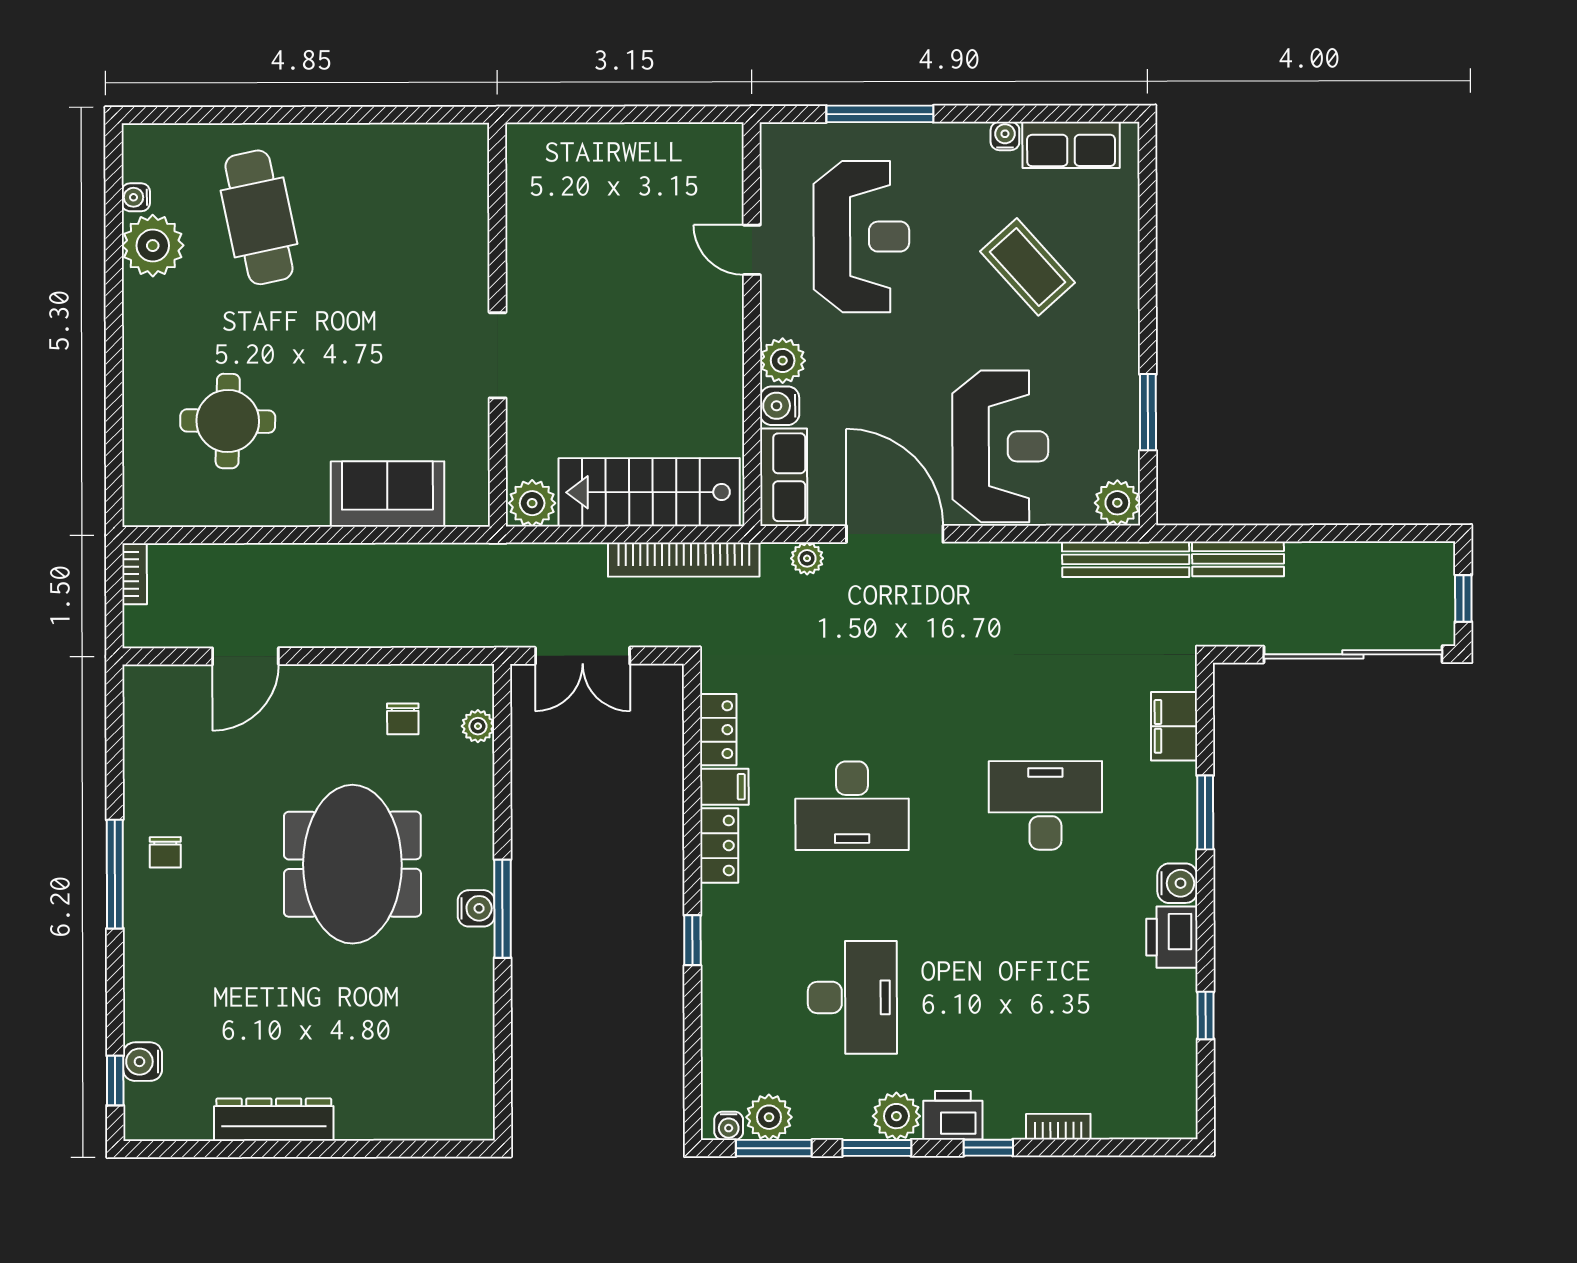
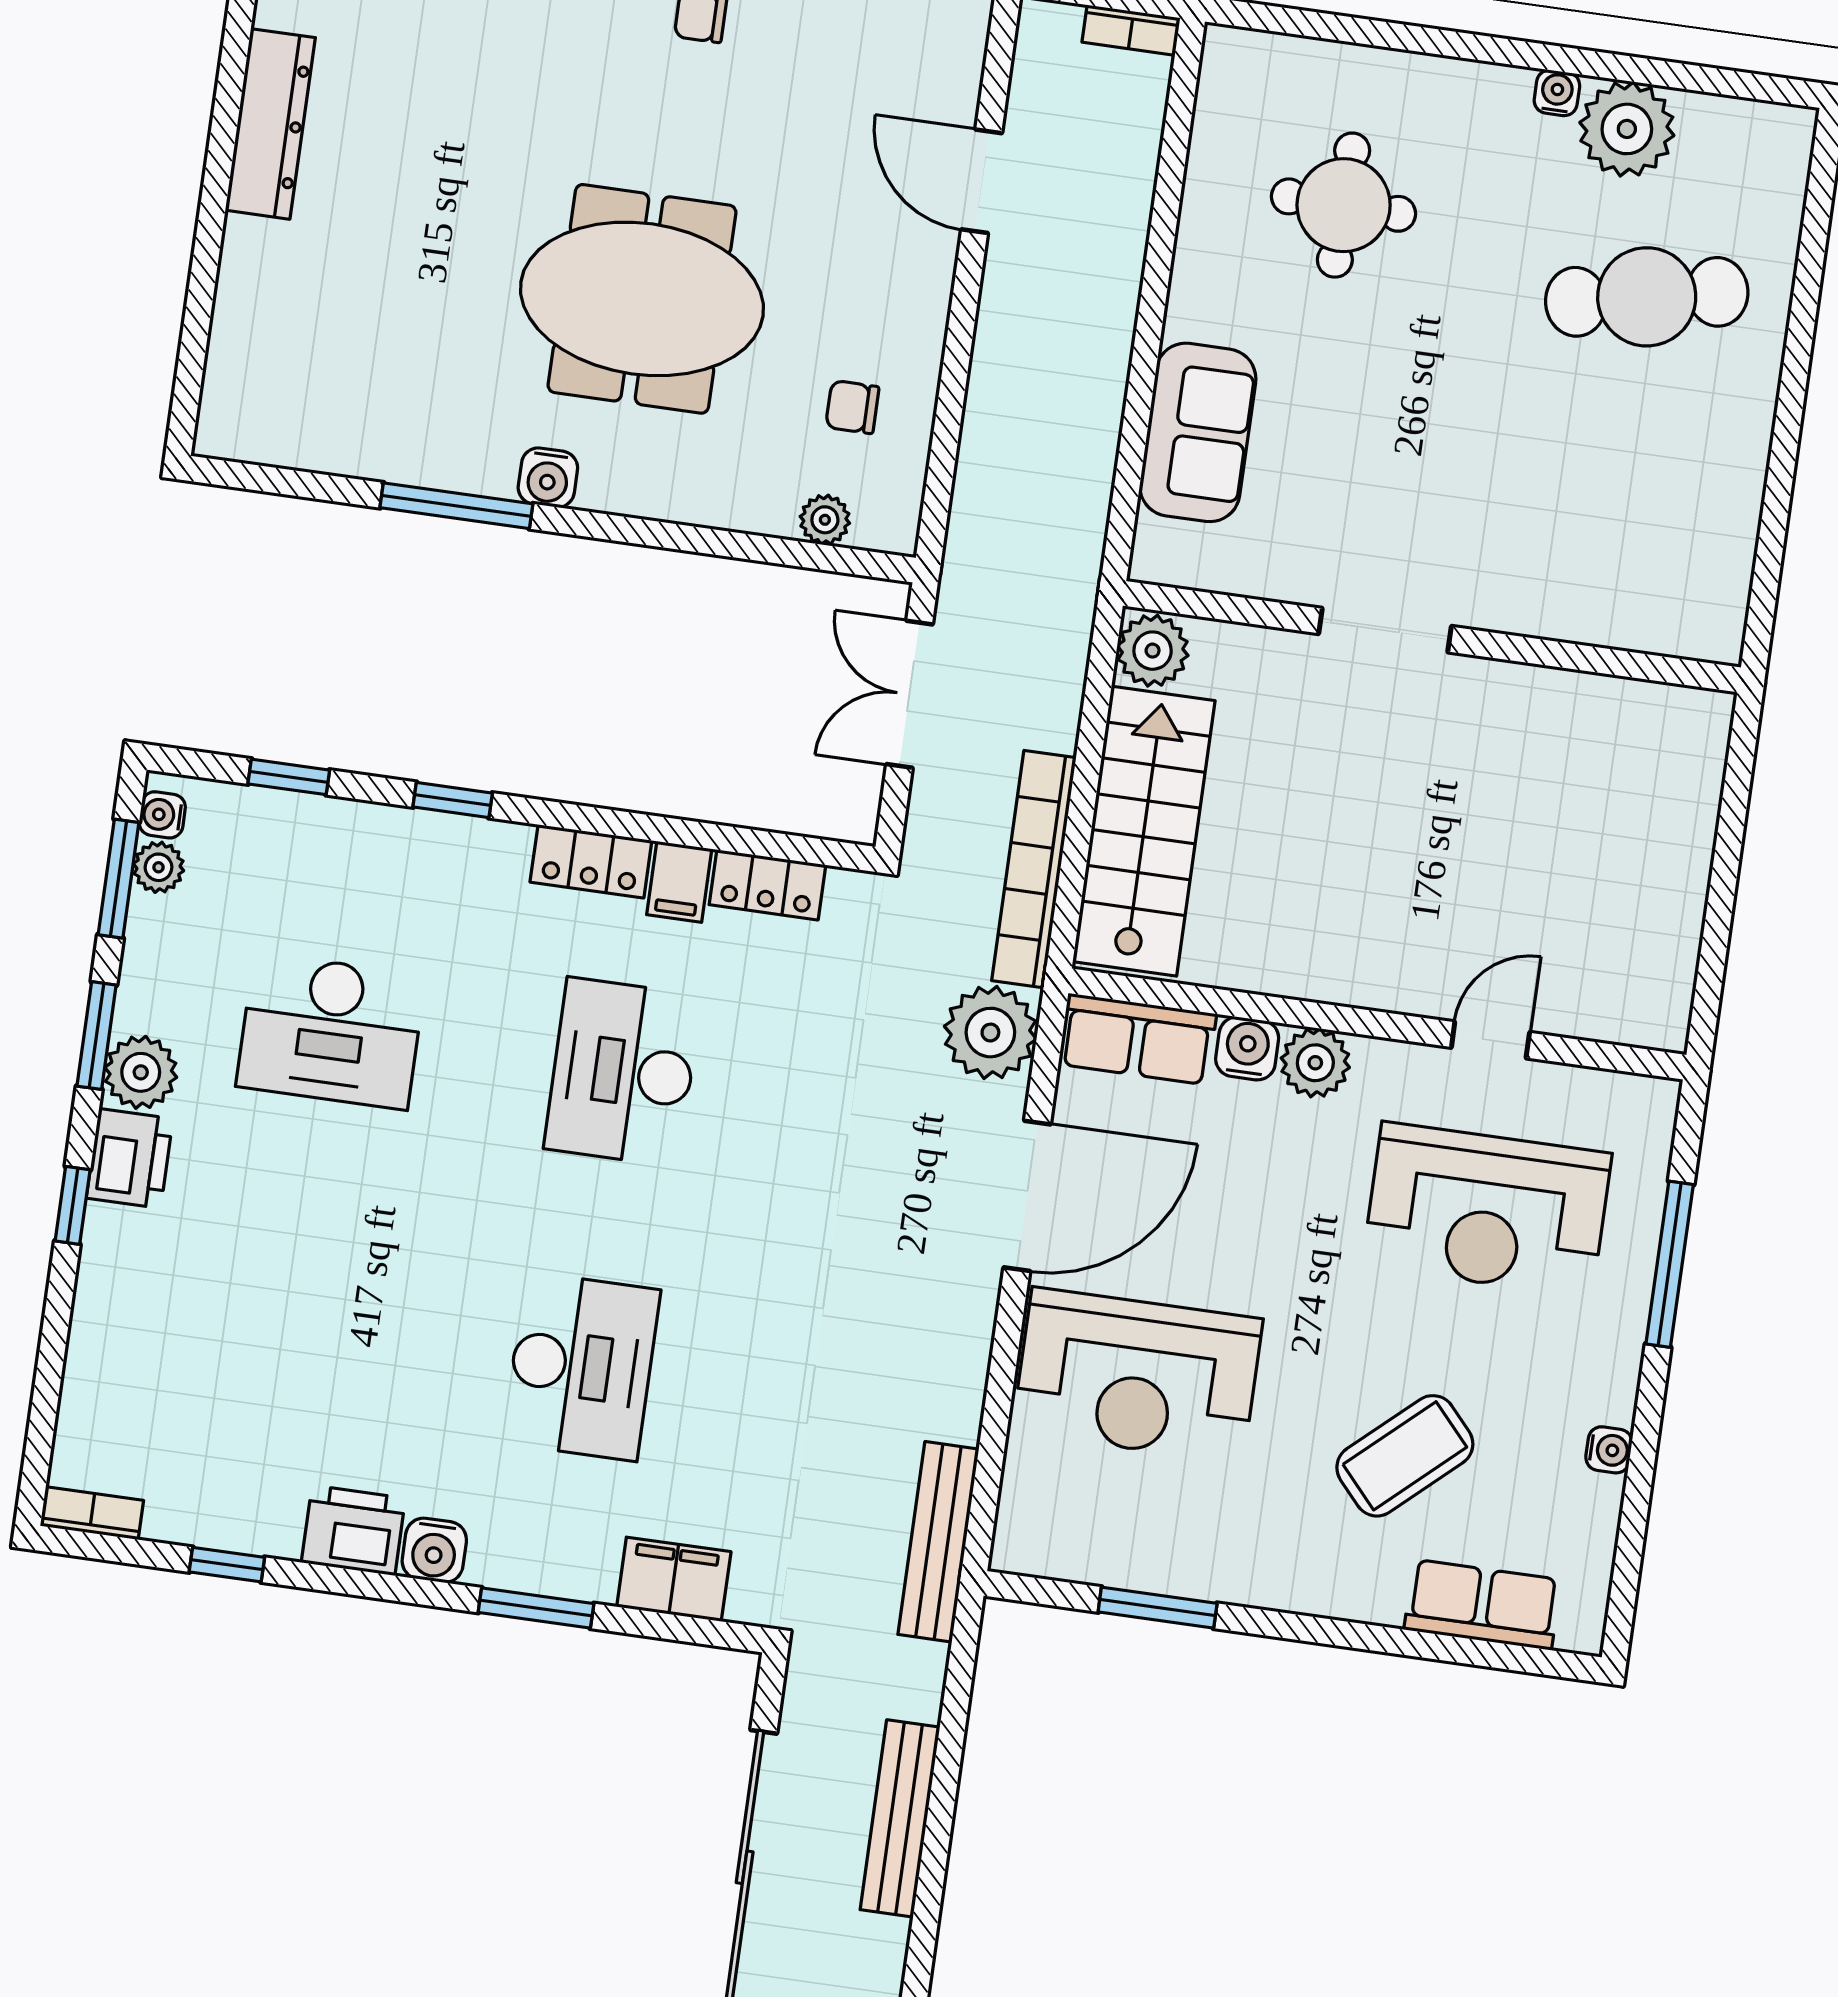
row of seats: (1071, 145) -> (1482, 1605), moved, turned 90
water cooler: (136, 197) -> (1557, 93), moved
plant: (1117, 503) -> (1026, 1541), removed
plant: (807, 558) -> (990, 1033), width x1.88, depth x1.88
bench: (1238, 559) -> (900, 1818), moved, width x1.36
window: (503, 909) -> (456, 506), moved
window: (693, 1048) -> (289, 777), added
plant: (769, 1117) -> (158, 867), width x0.73, depth x0.73
bookcase: (1058, 1127) -> (92, 1513), moved, turned -90

